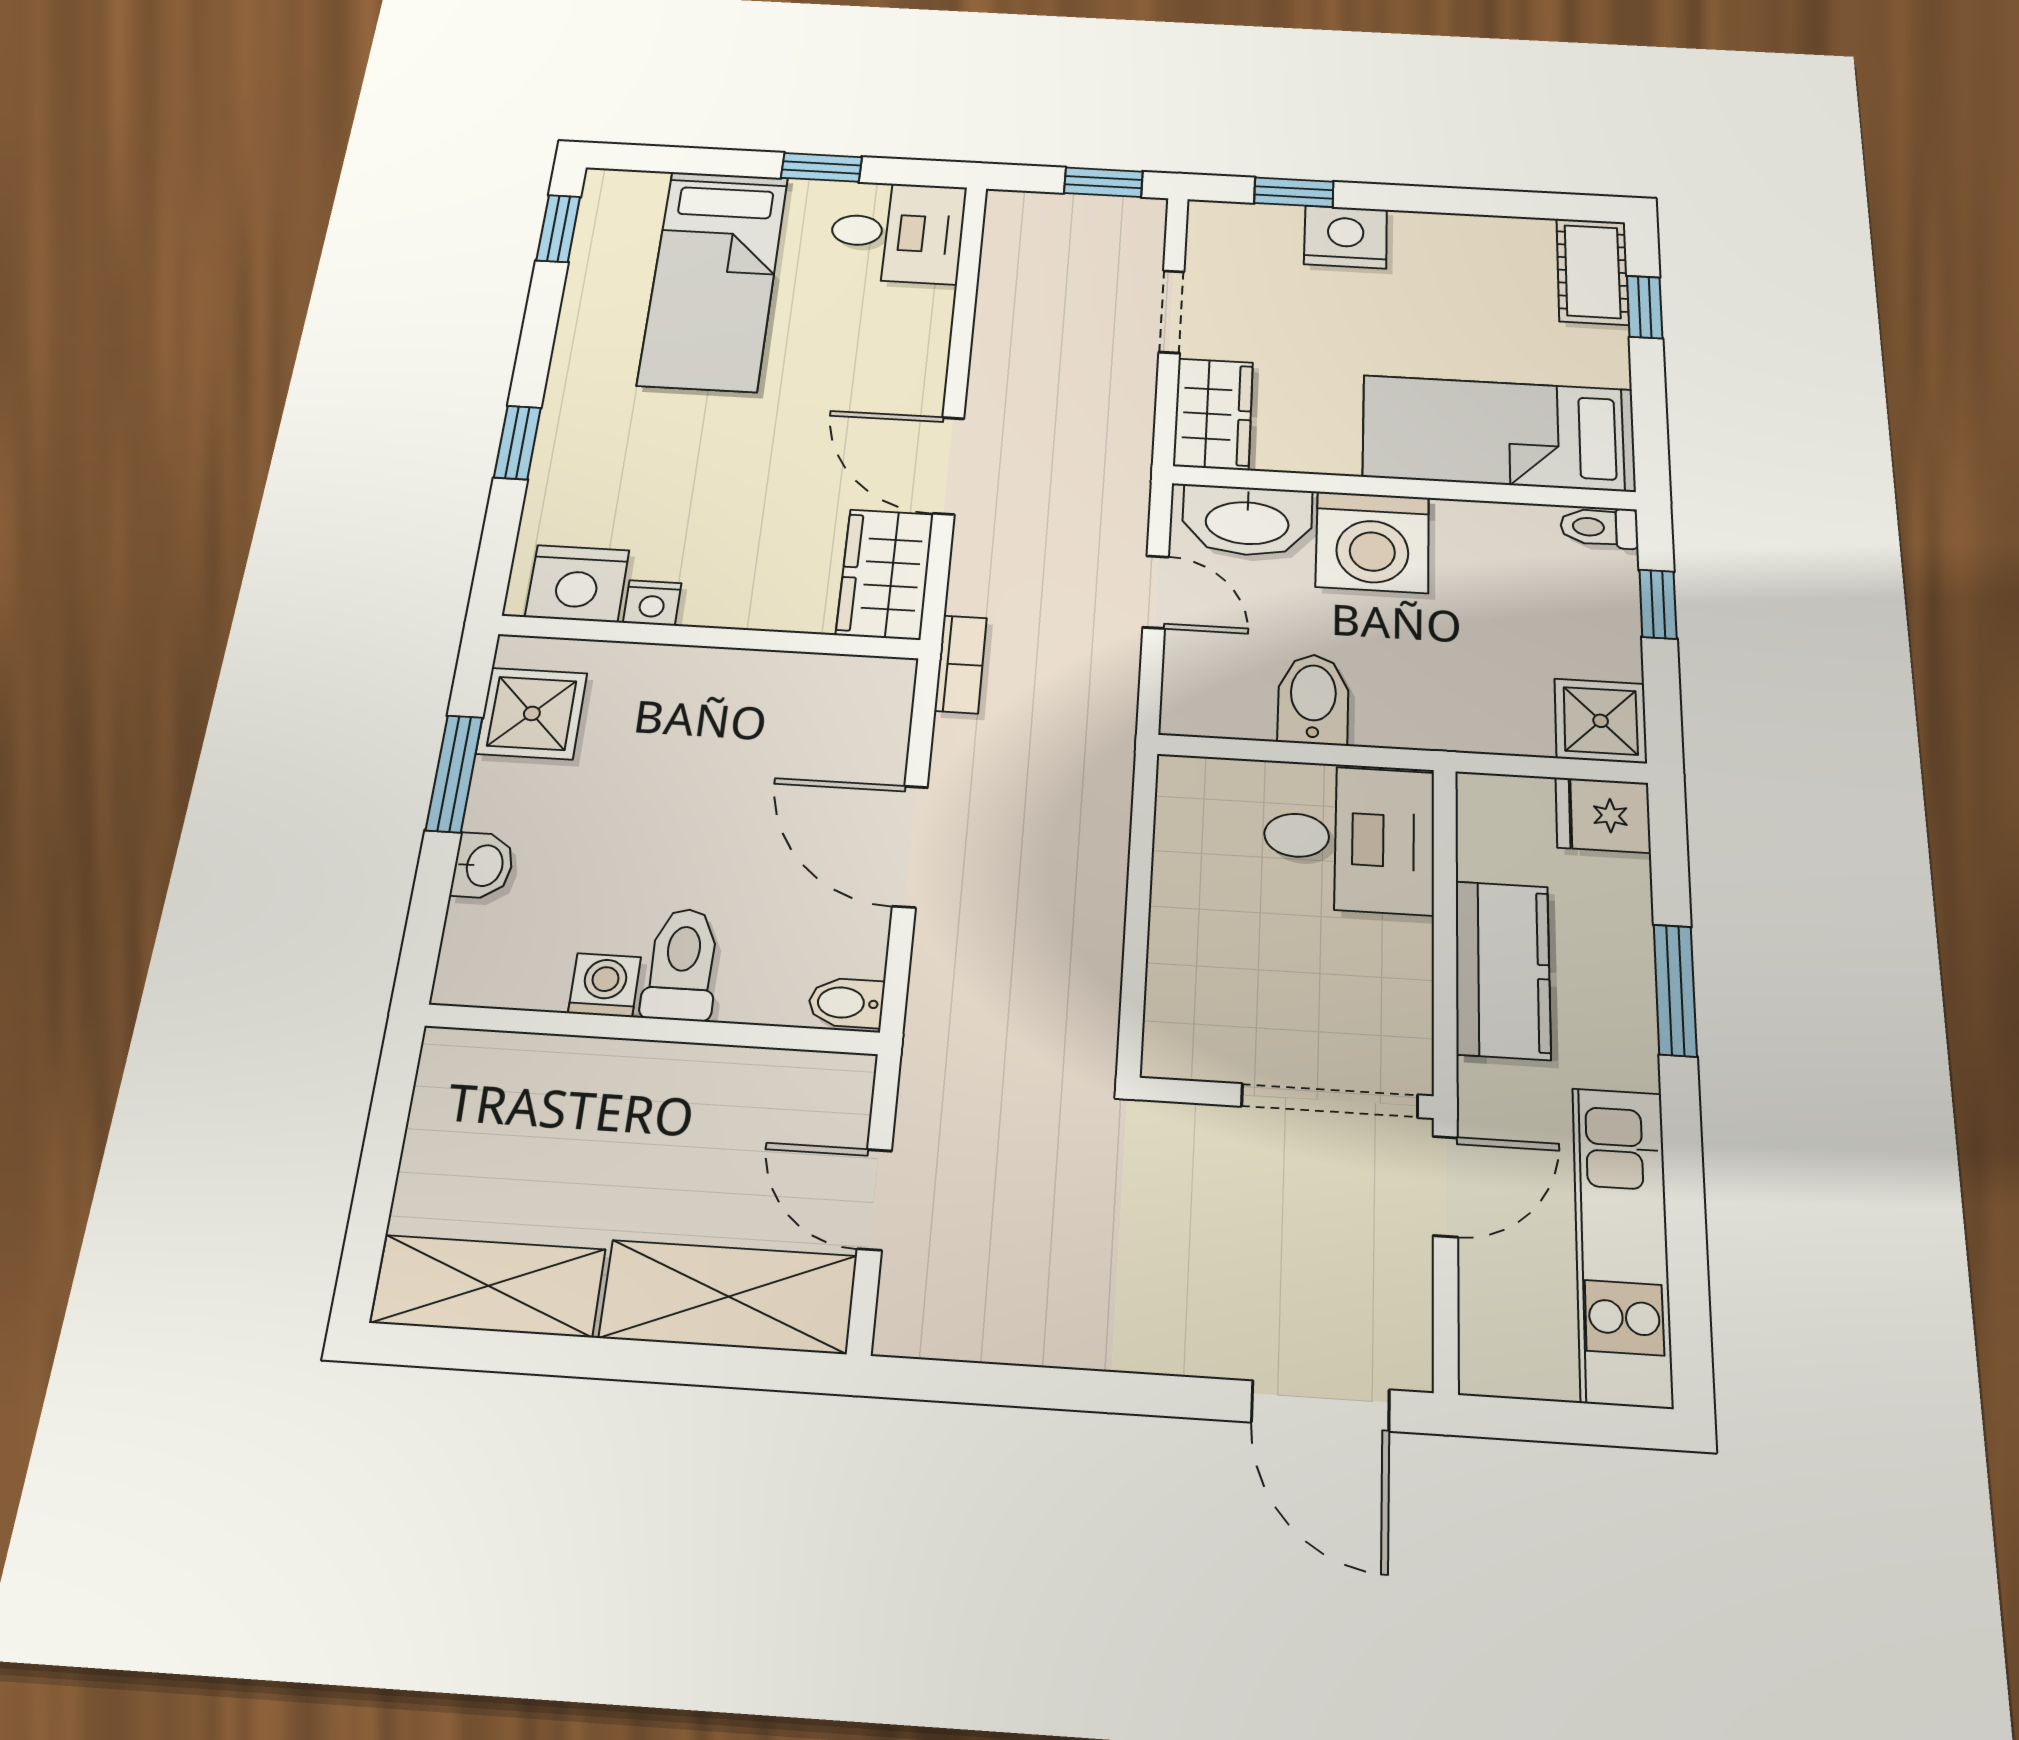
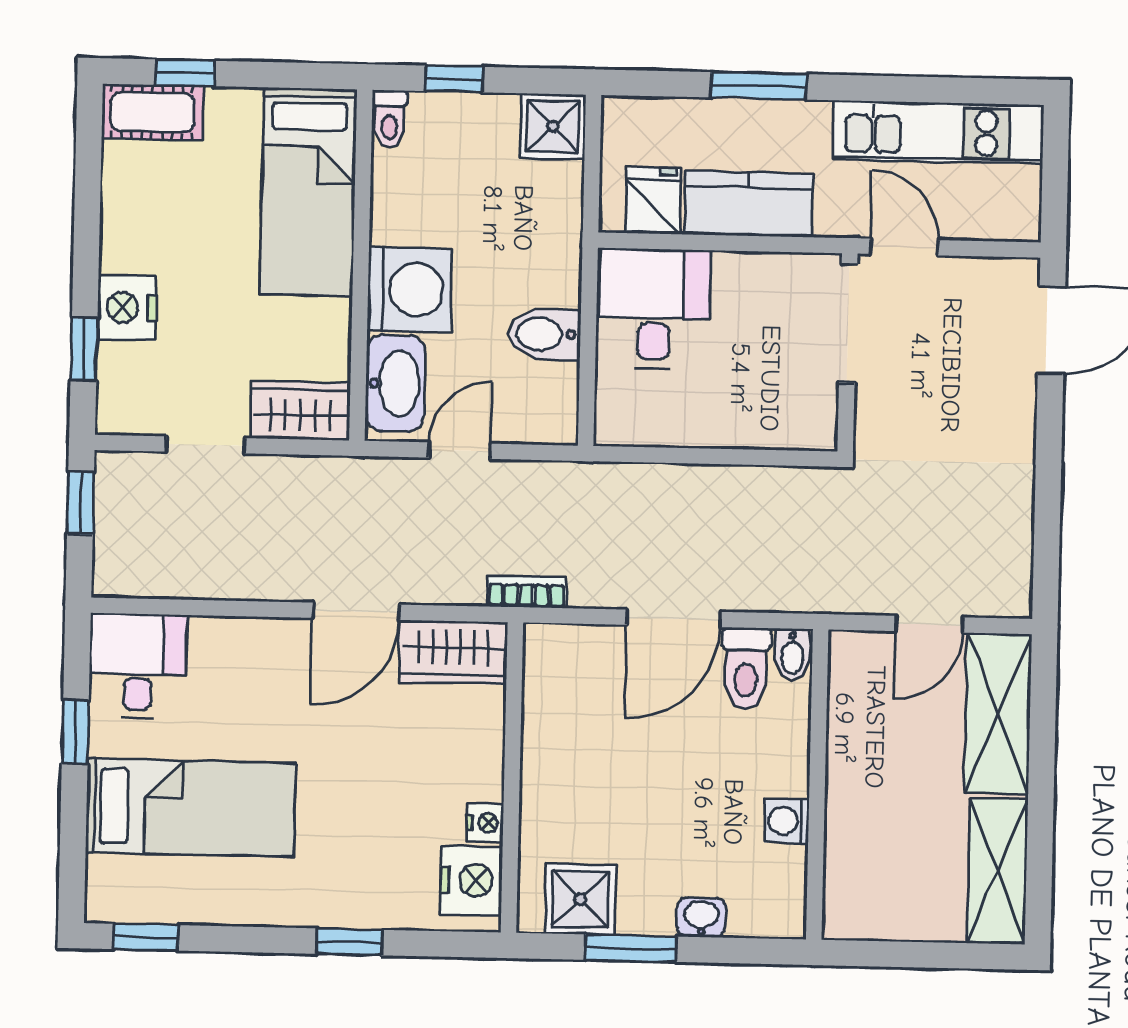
fridge: (1603, 815) -> (653, 201), moved, turned 180
toilet: (682, 964) -> (746, 668), moved, turned -90

